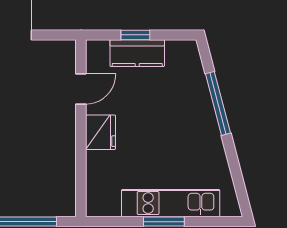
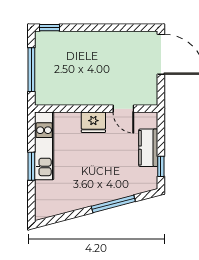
window: (135, 35) -> (161, 166), moved
kitchen unit: (171, 203) -> (44, 146), moved

